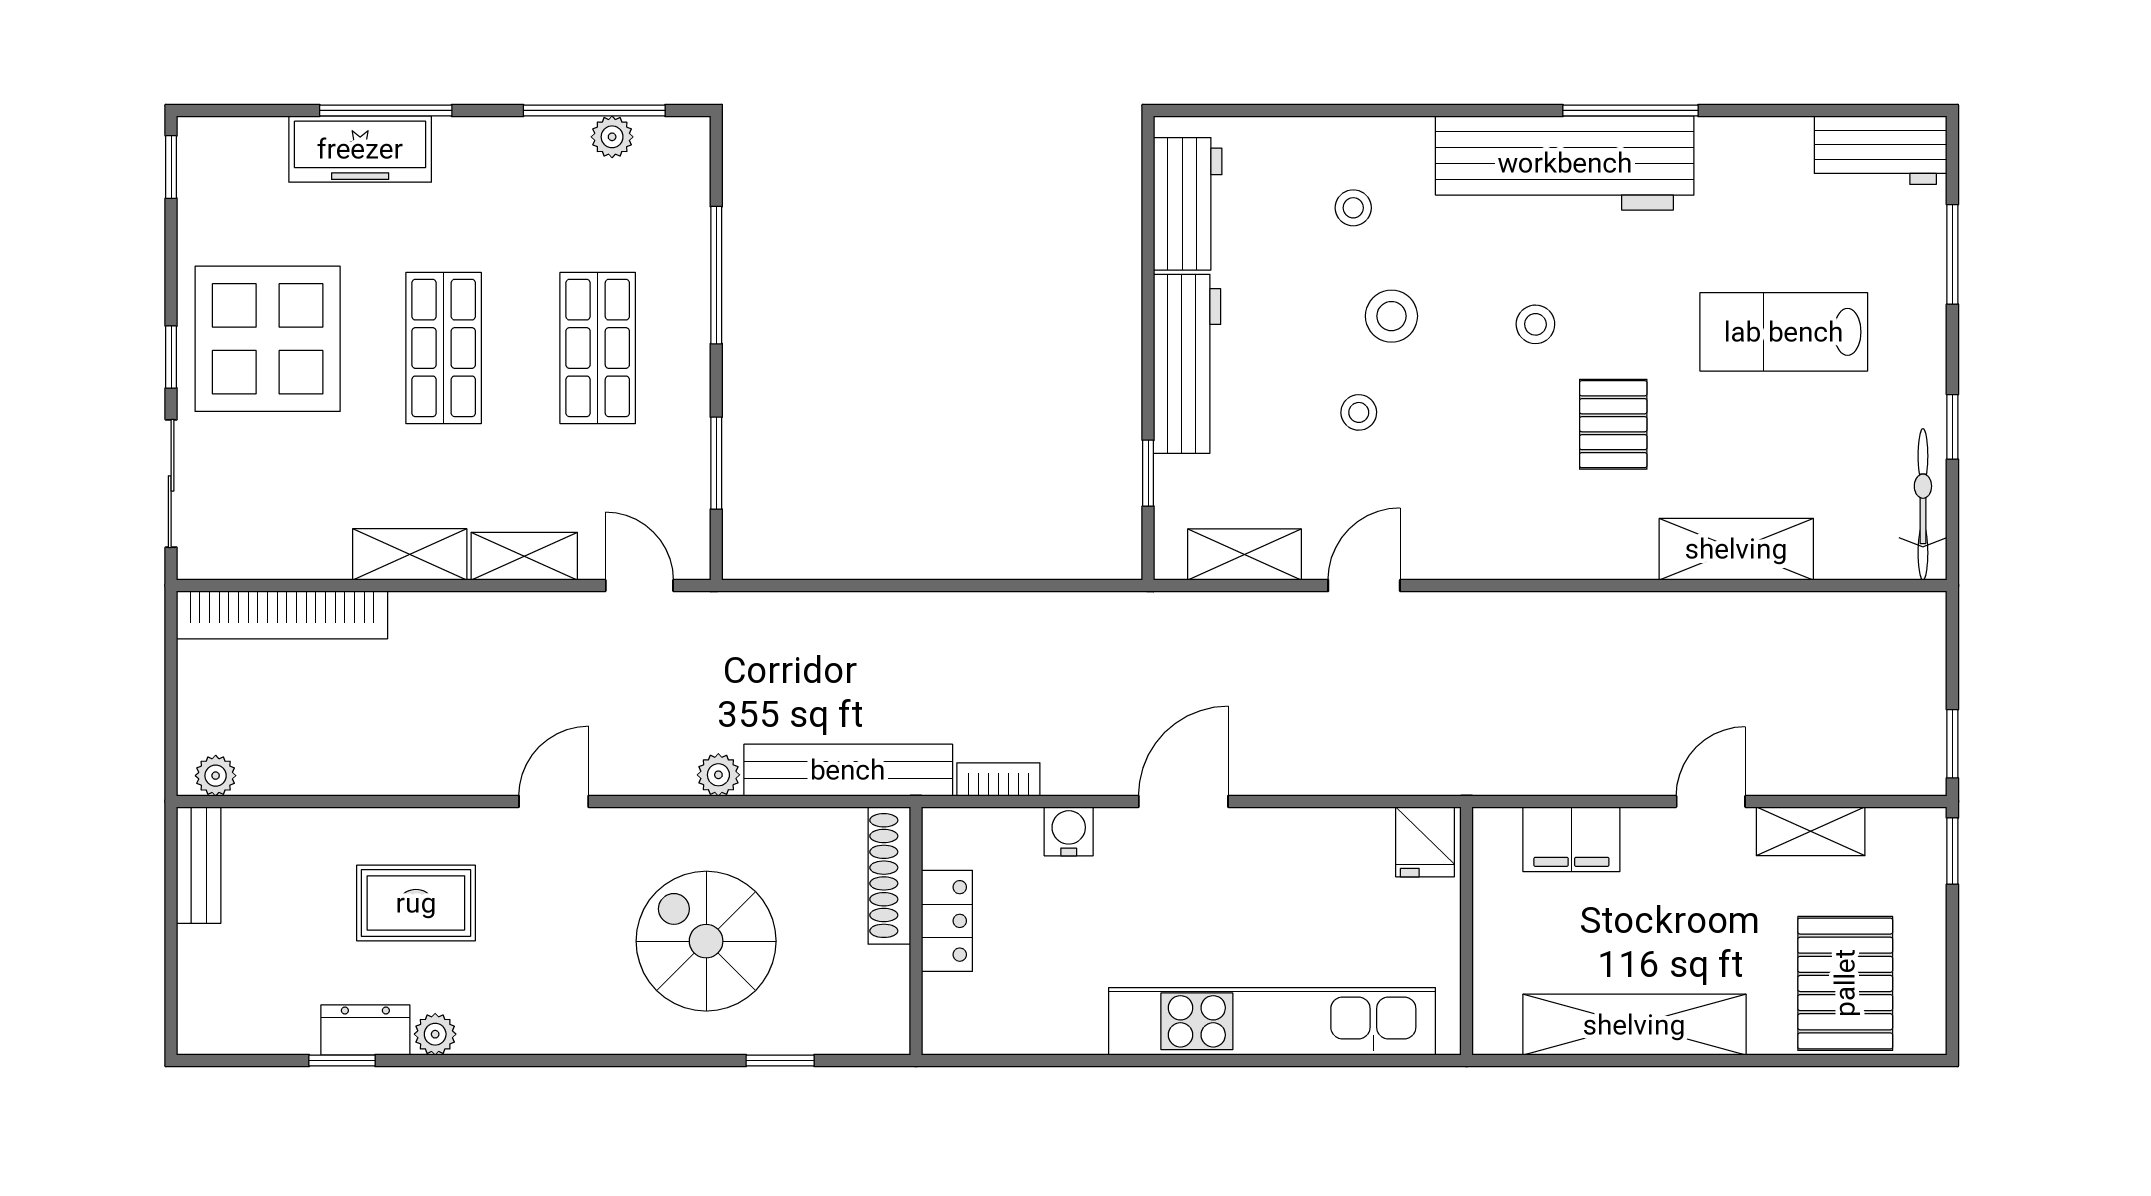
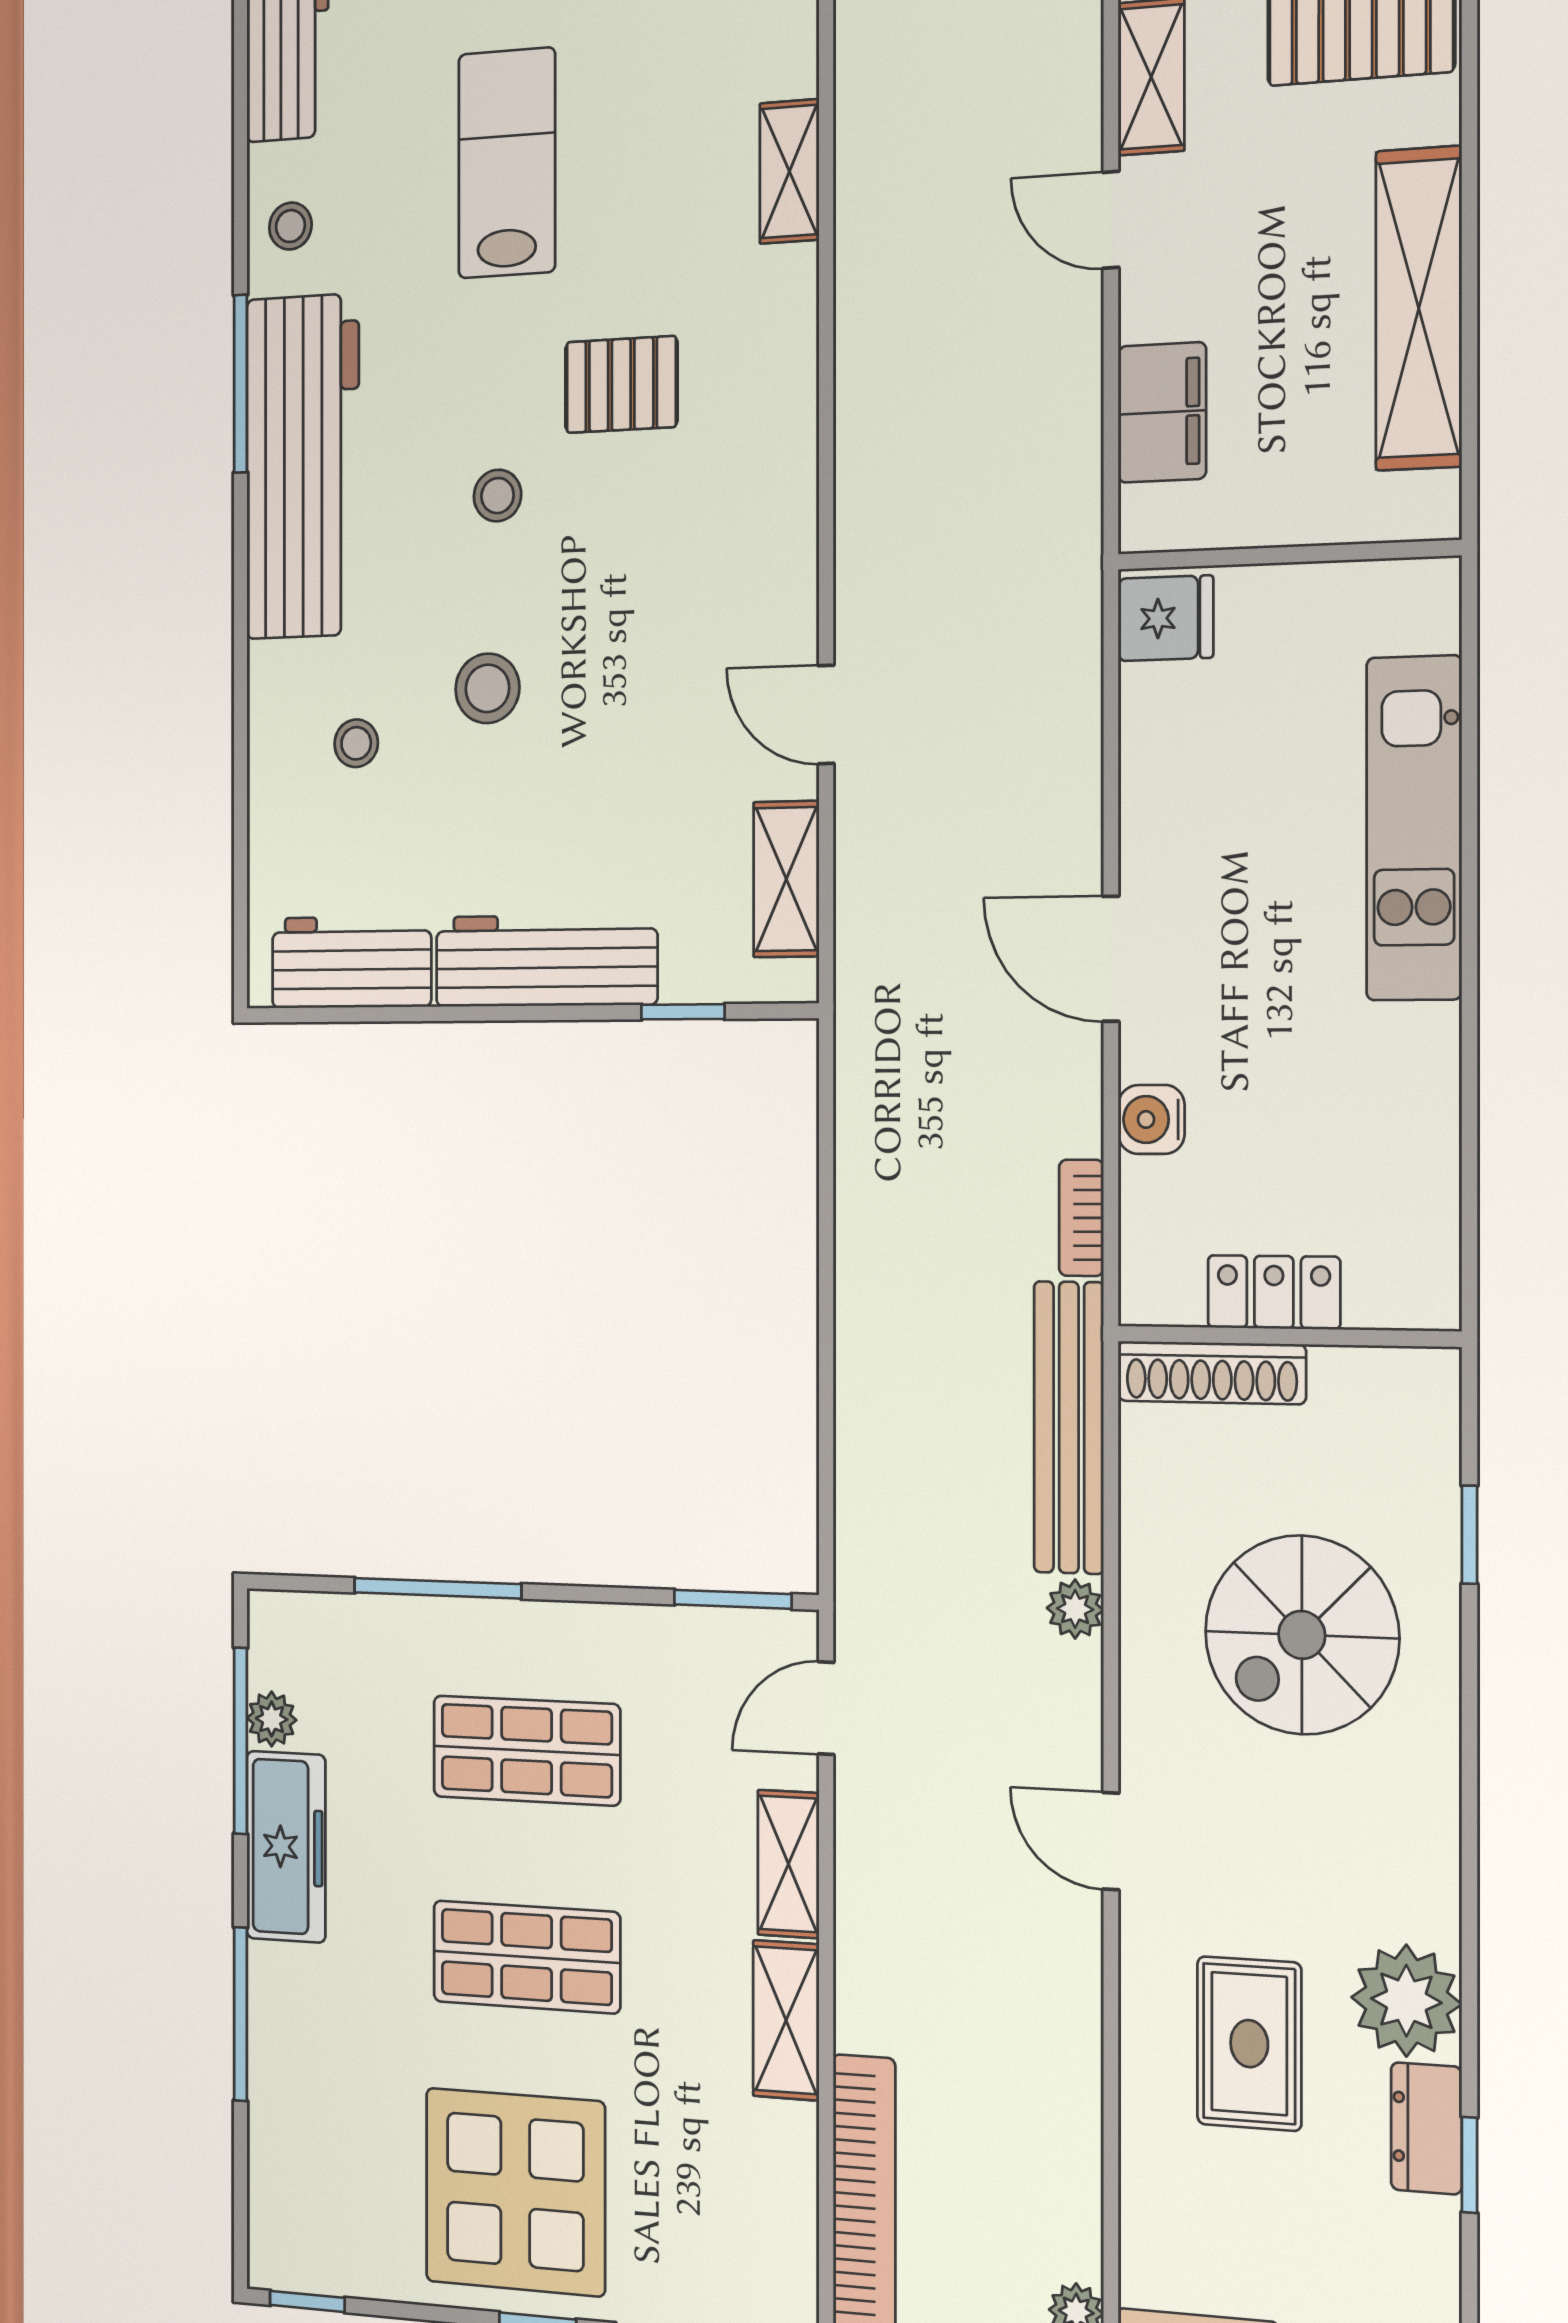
freezer: (360, 149) -> (286, 1847), moved
lab bench: (1784, 332) -> (507, 163), turned 180
stool: (1359, 412) -> (290, 226), moved
window: (716, 463) -> (733, 1599), moved
shelving: (1736, 549) -> (789, 171), width x0.67, depth x0.75
kitchen unit: (1272, 1021) -> (1414, 828), width x0.73
plant: (435, 1034) -> (1406, 2001), width x1.88, depth x1.88

